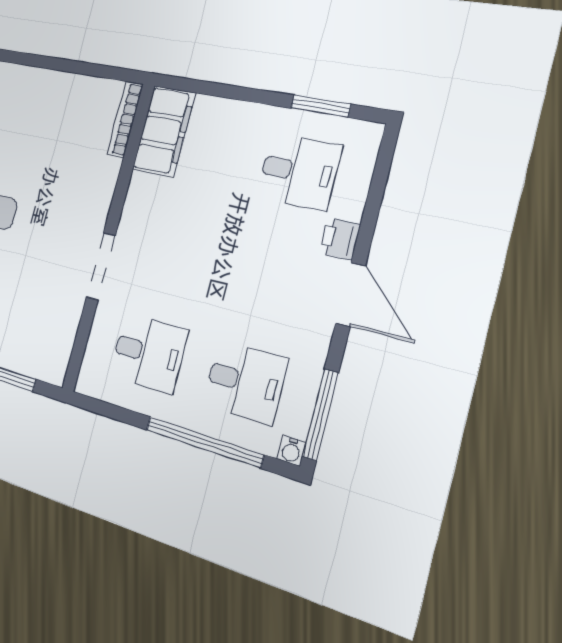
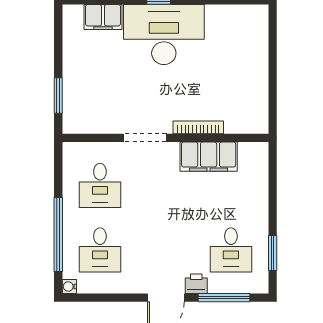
bookcase: (125, 119) -> (198, 127), moved
filing cabinet: (164, 131) -> (209, 157), moved
window: (320, 415) -> (224, 298), moved

